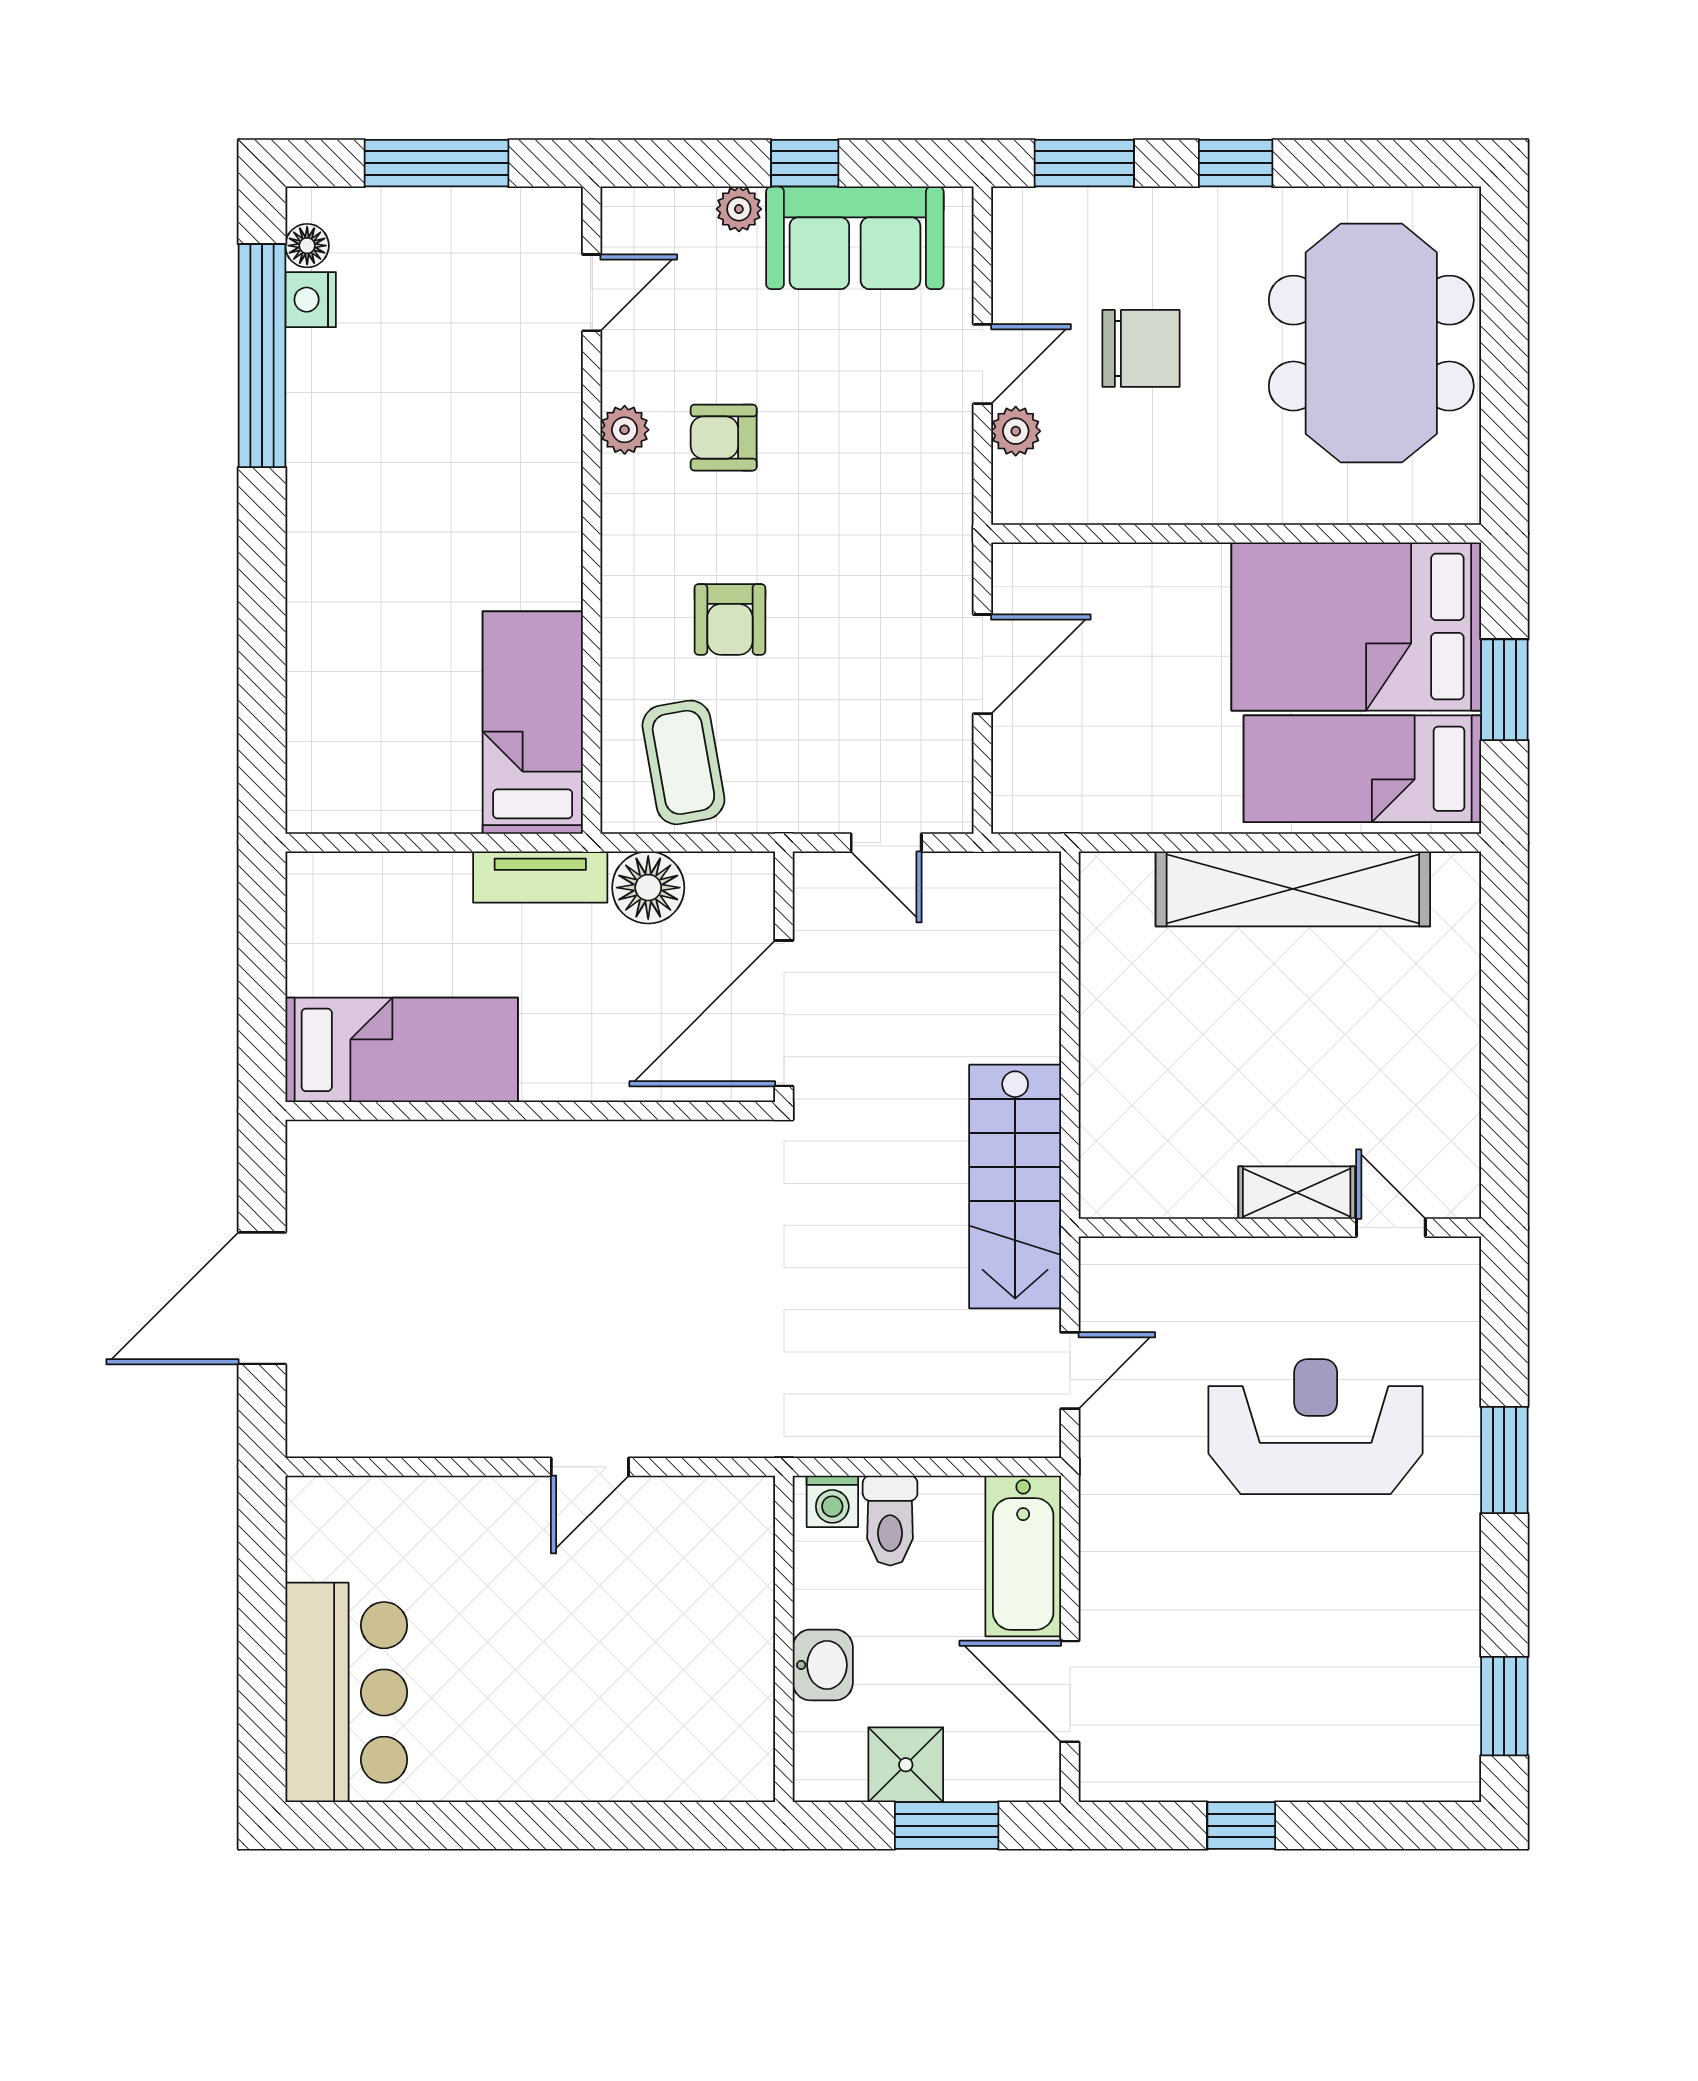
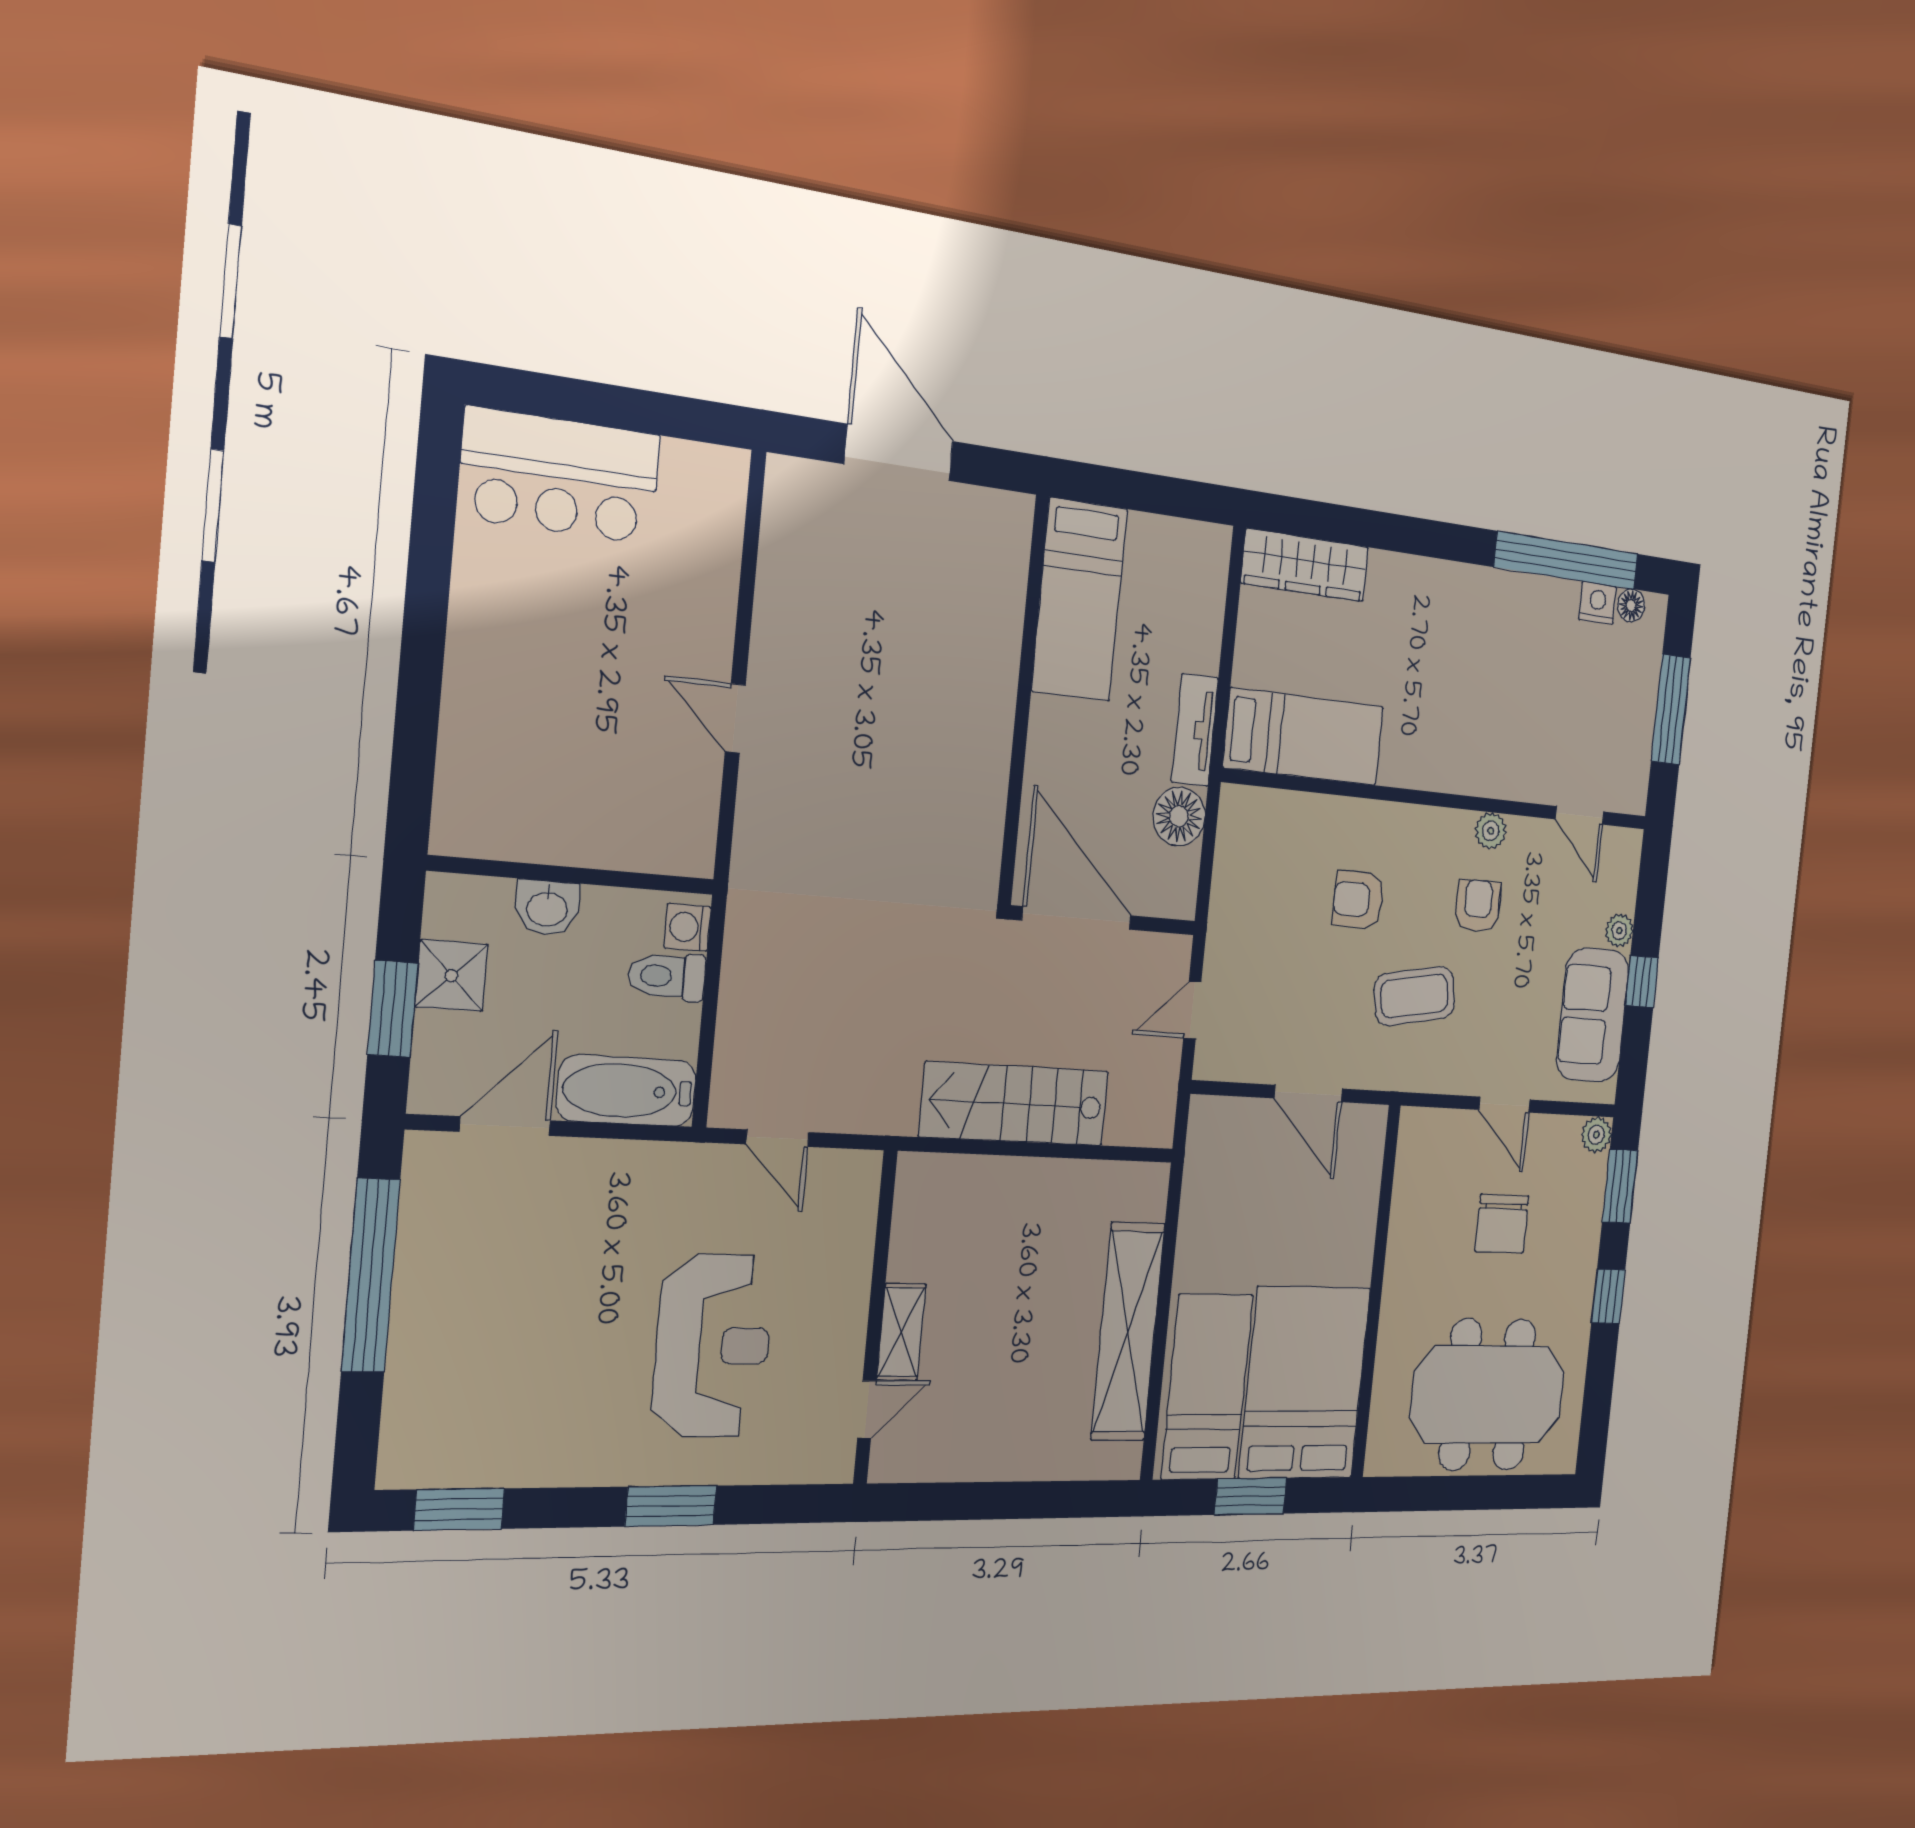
plant: (1016, 431) -> (1596, 1135), moved
wardrobe: (319, 745) -> (1305, 565), added
coffee table: (683, 762) -> (1415, 996), moved
stairs: (1015, 1187) -> (1015, 1104), moved
window: (1241, 1826) -> (371, 1276), width x3.17

